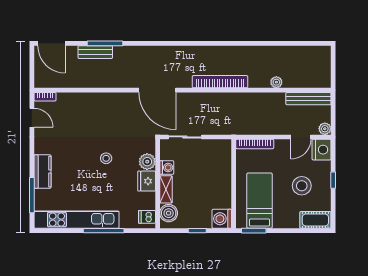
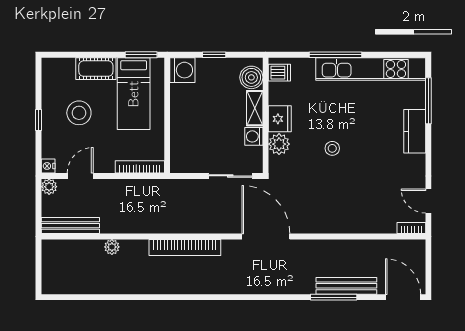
bench: (95, 52) -> (346, 286), width x1.36
nightstand: (322, 150) -> (48, 166), width x0.53, depth x0.56
cot: (315, 220) -> (96, 69), moved

